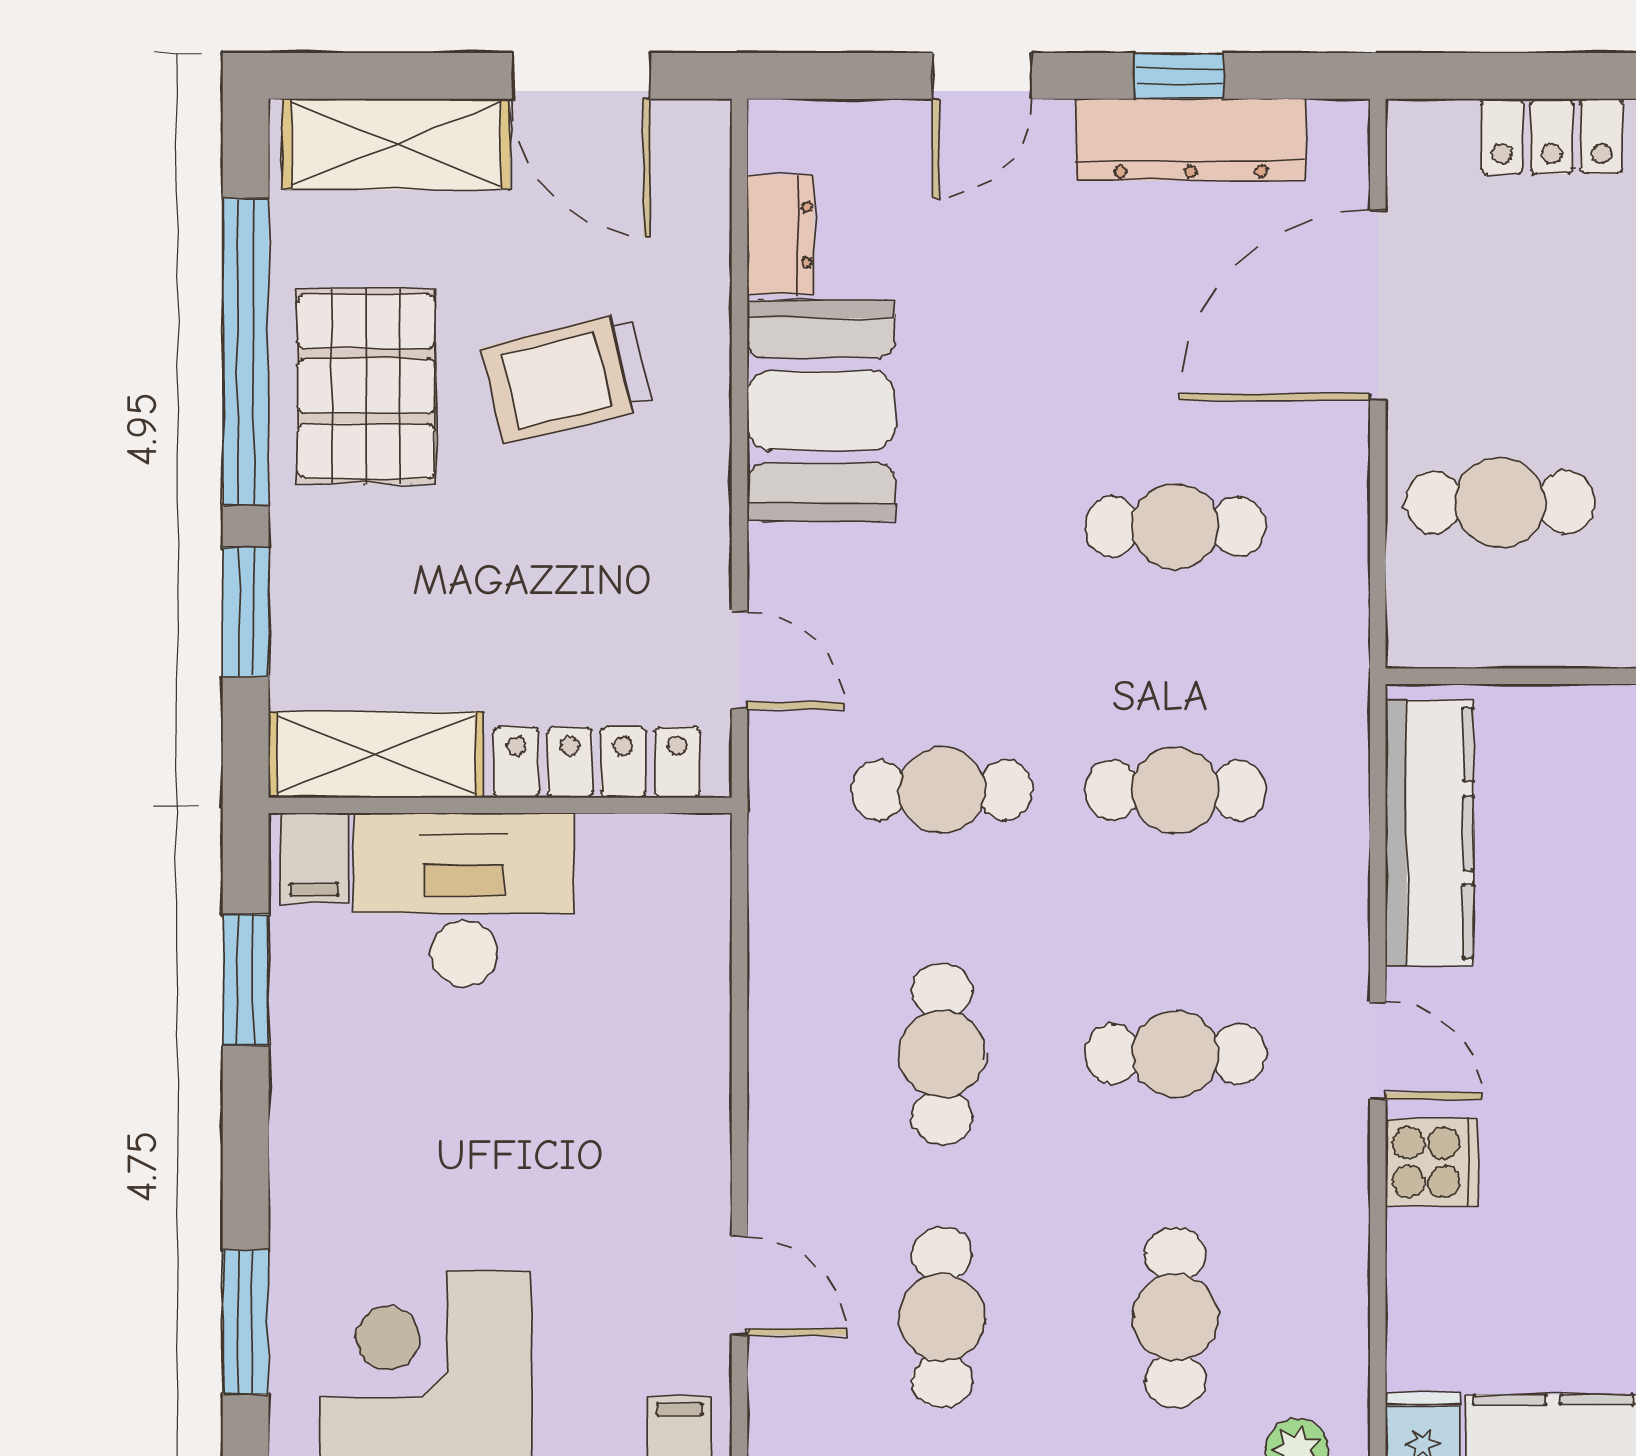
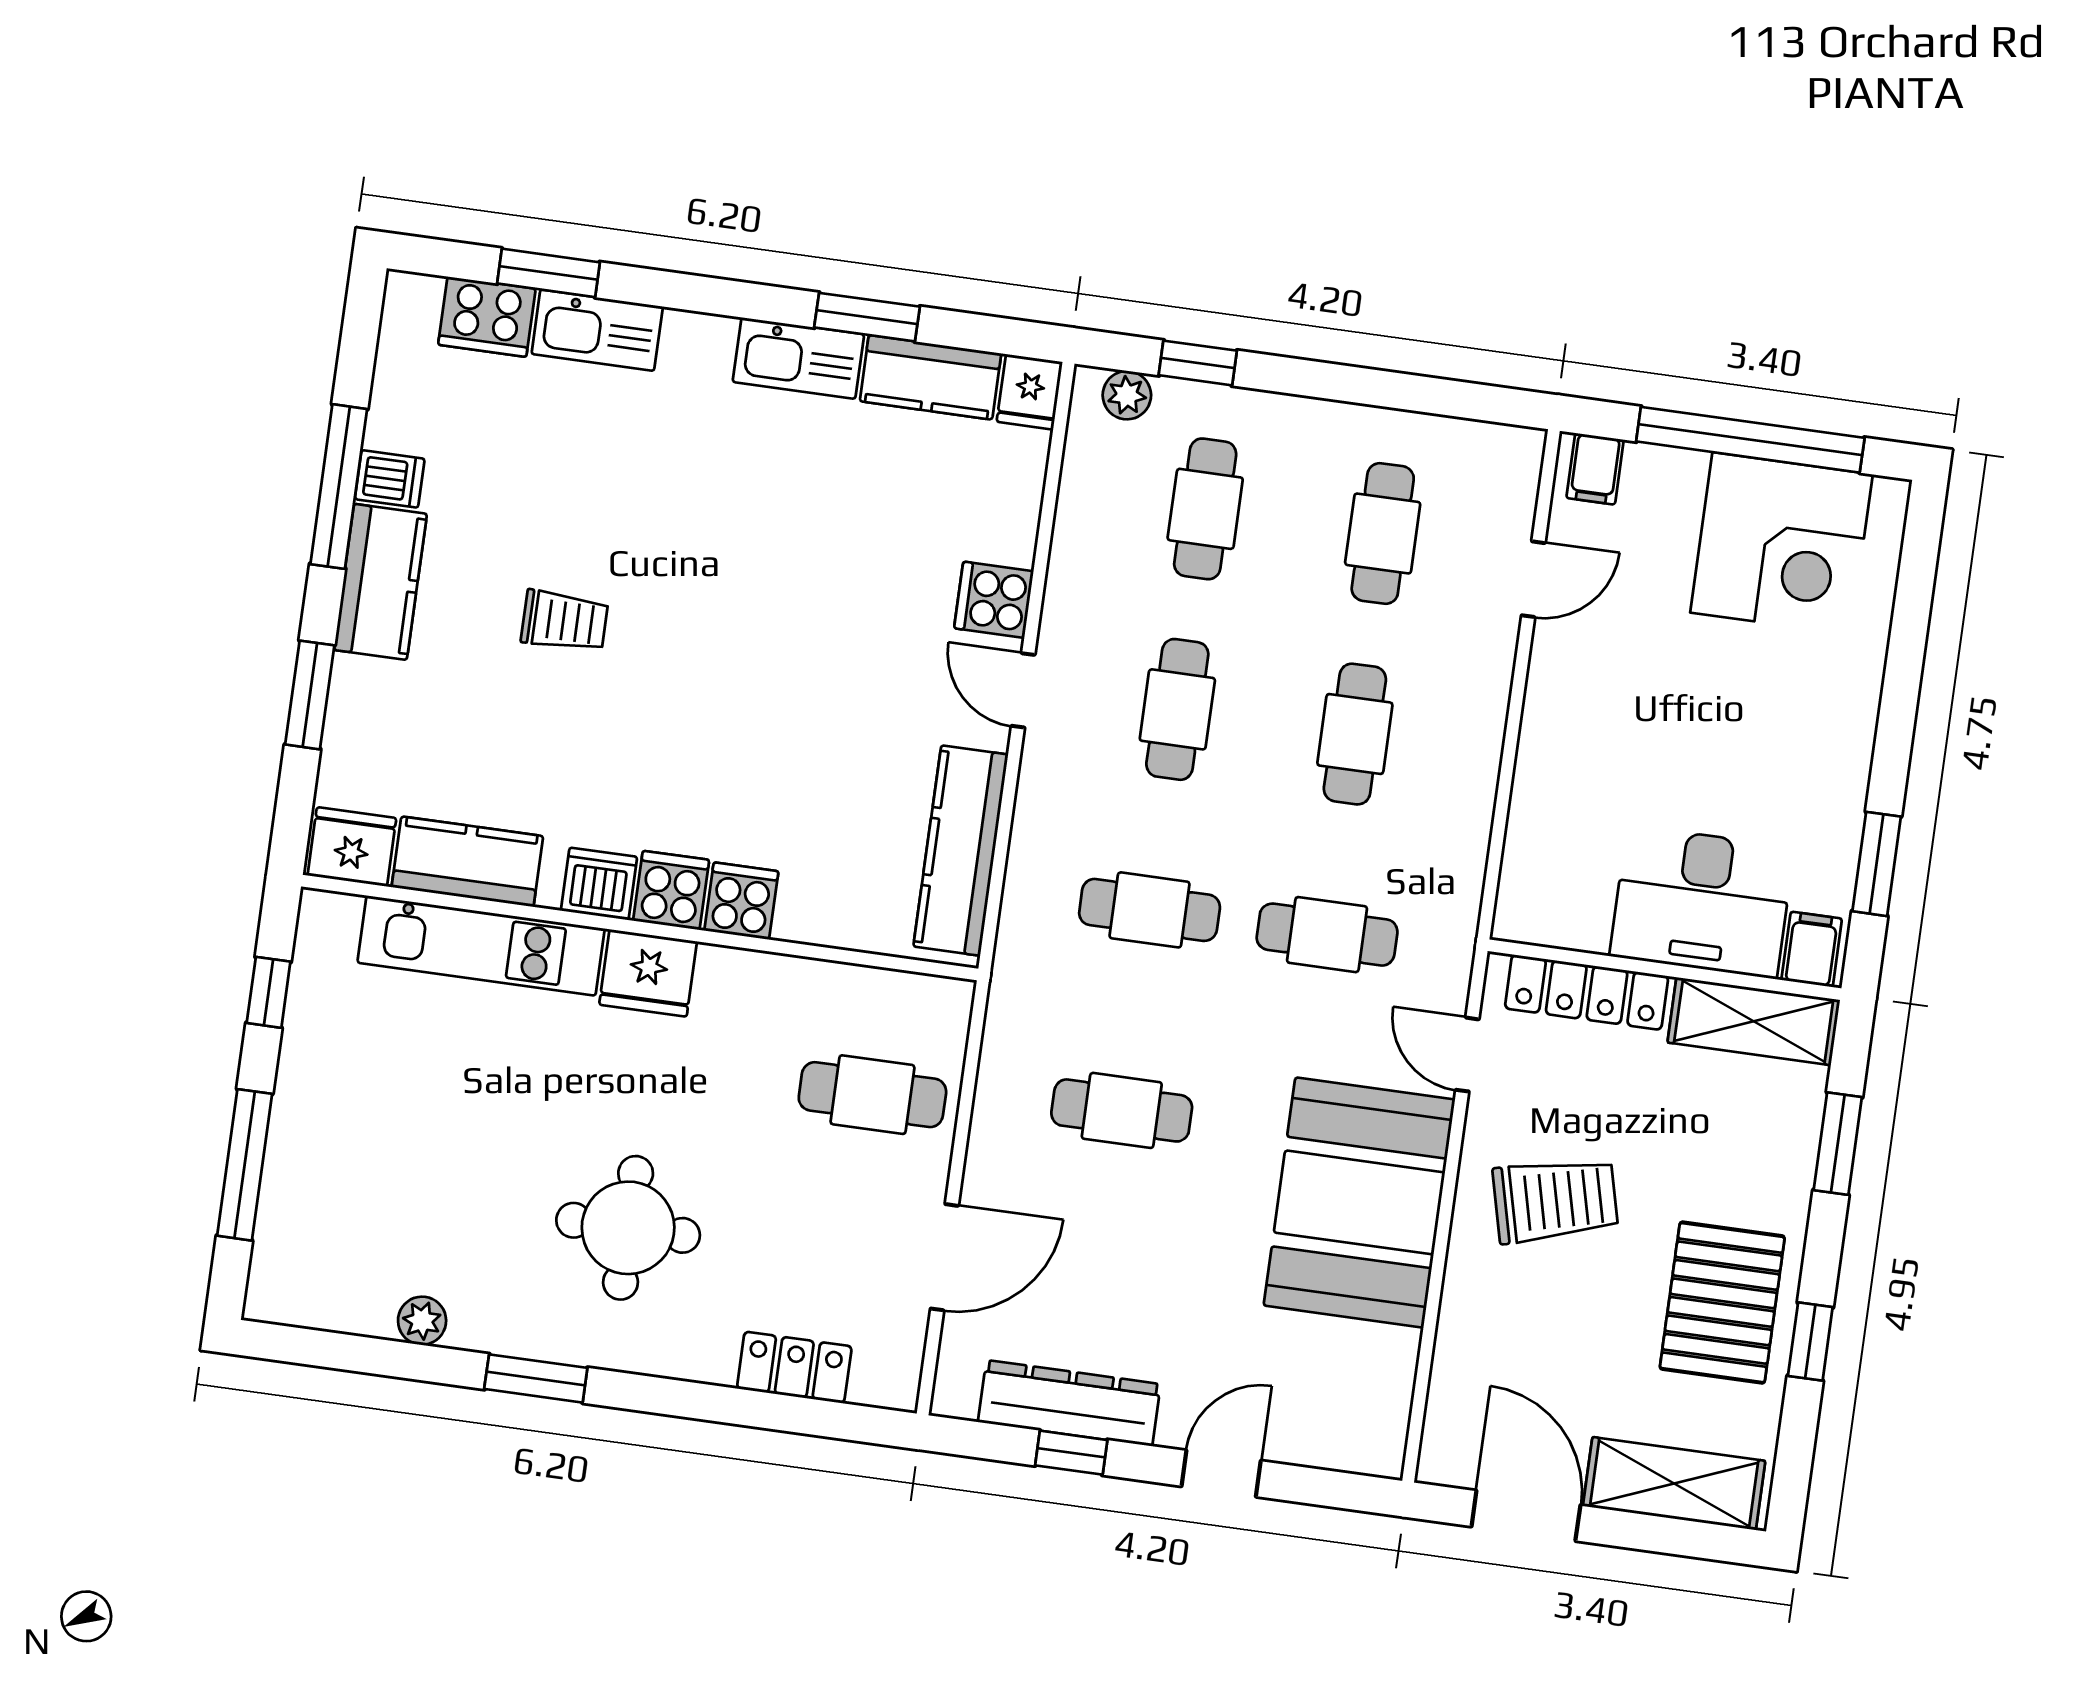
dresser: (781, 235) -> (1391, 1374), removed
door: (1378, 305) -> (944, 1257), width x0.73
window: (246, 352) -> (1810, 1342), width x0.32
trolley: (567, 377) -> (1555, 1200), moved
booth: (821, 410) -> (1359, 1202), width x1.36, depth x1.42
cafe table: (1175, 1054) -> (1177, 709), turned 90
door: (740, 1286) -> (1533, 579), swing flipped
window: (246, 1322) -> (1913, 604), removed

